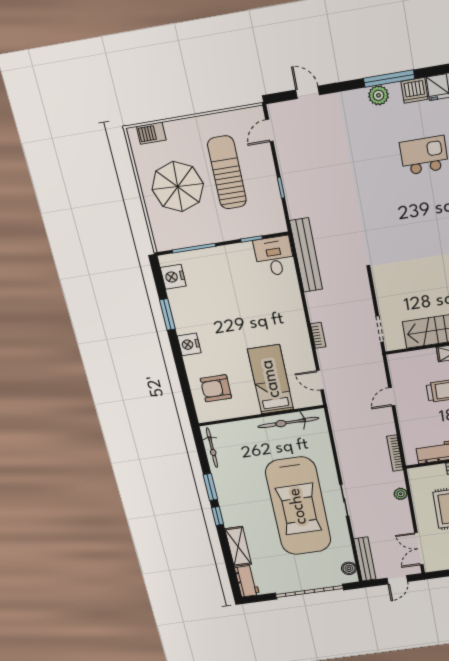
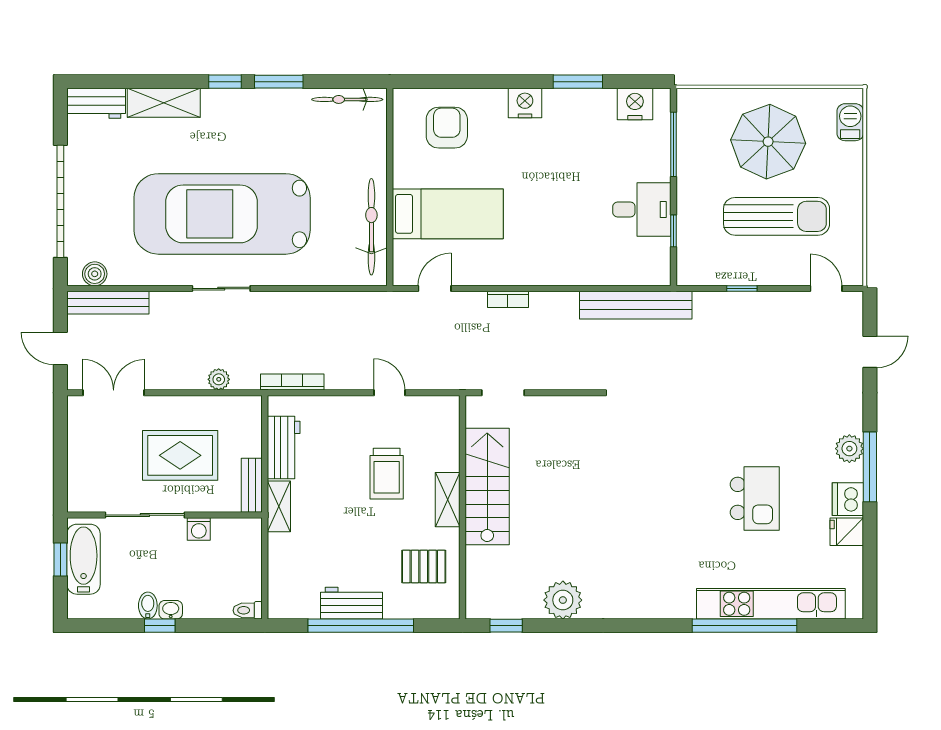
desk: (274, 256) -> (642, 209), moved

